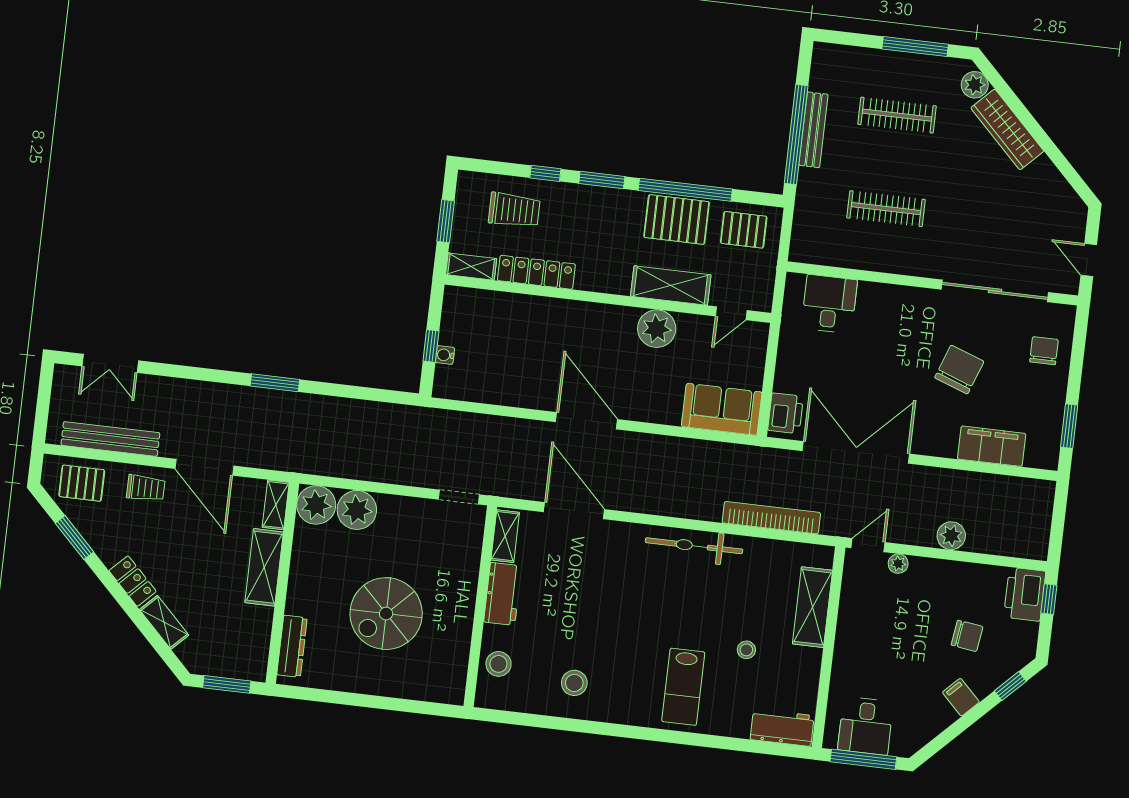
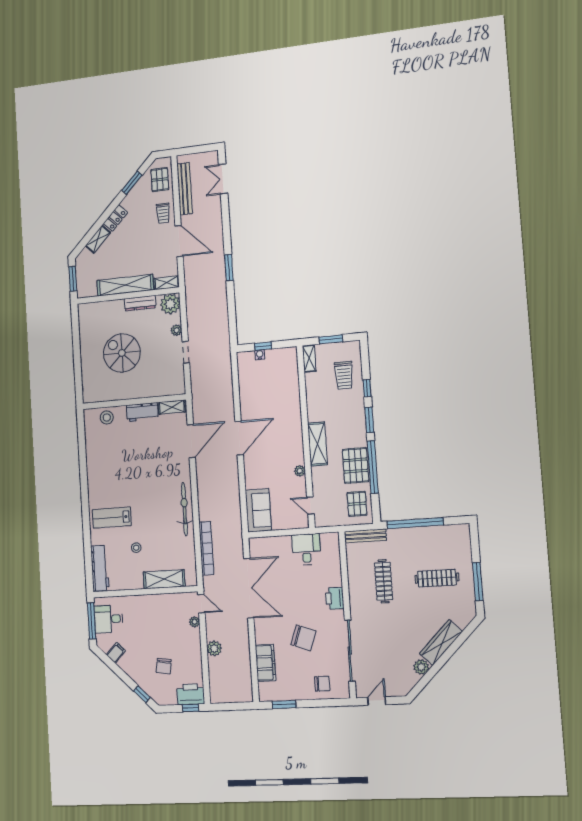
plant: (975, 85) -> (421, 667), moved
clothes rail: (897, 115) -> (437, 578), turned 90
bench: (813, 130) -> (365, 536), moved
locker: (536, 272) -> (313, 395), removed
shelving: (671, 285) -> (317, 444), moved
desk: (829, 304) -> (306, 549), moved, turned -90
plant: (657, 329) -> (300, 471), width x0.53, depth x0.53
printer: (786, 413) -> (335, 598), moved, turned 90
door: (204, 467) -> (179, 241), swing flipped
doorway: (459, 497) -> (186, 352), moved
plant: (357, 510) -> (176, 330), width x0.53, depth x0.53
shelving: (264, 567) -> (125, 285), width x1.47
dresser: (292, 646) -> (140, 303), moved
stool: (574, 683) -> (104, 459), removed
filing cabinet: (961, 697) -> (116, 653), moved
workbench: (782, 728) -> (100, 568), width x1.38

